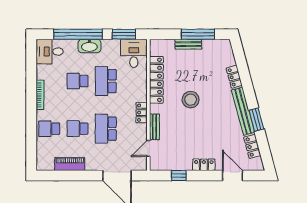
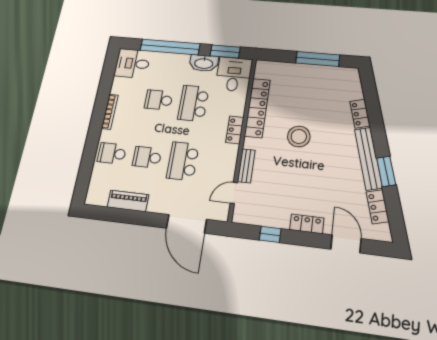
bench: (188, 44) -> (304, 69), removed
washbasin: (89, 46) -> (204, 63), moved
locker: (142, 113) -> (235, 130), moved

